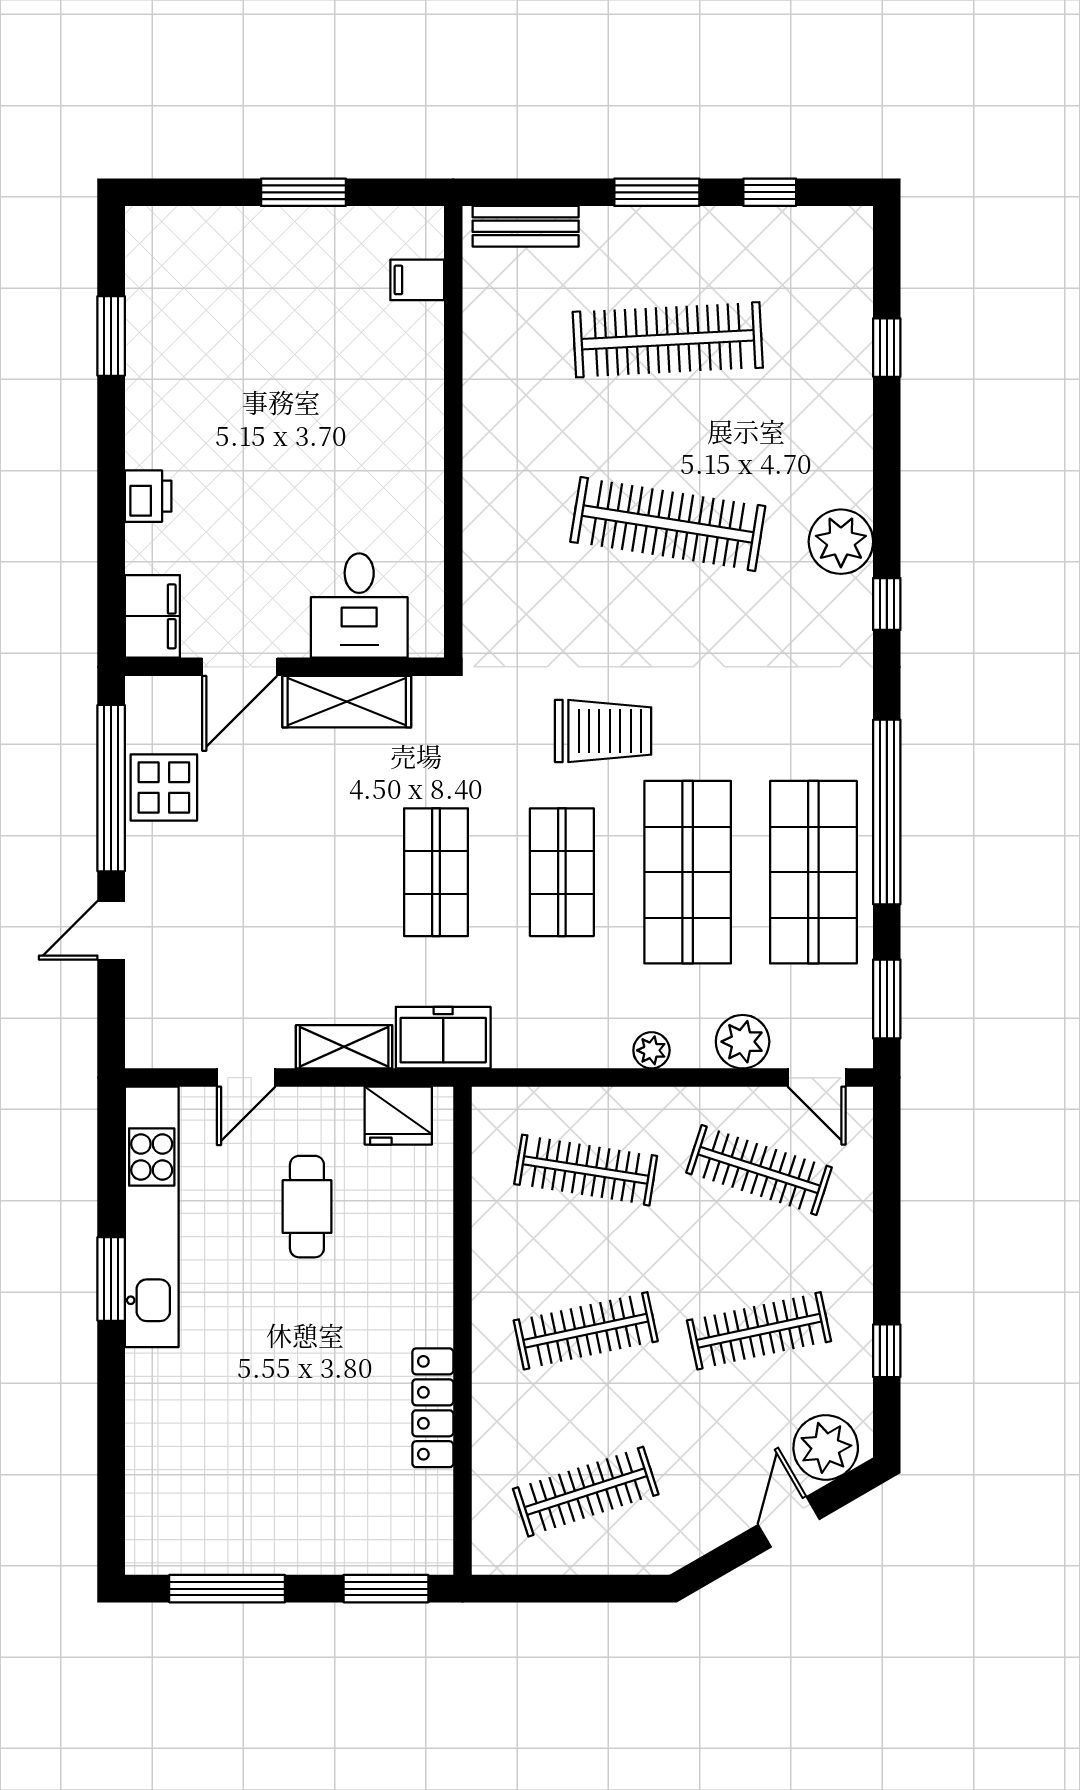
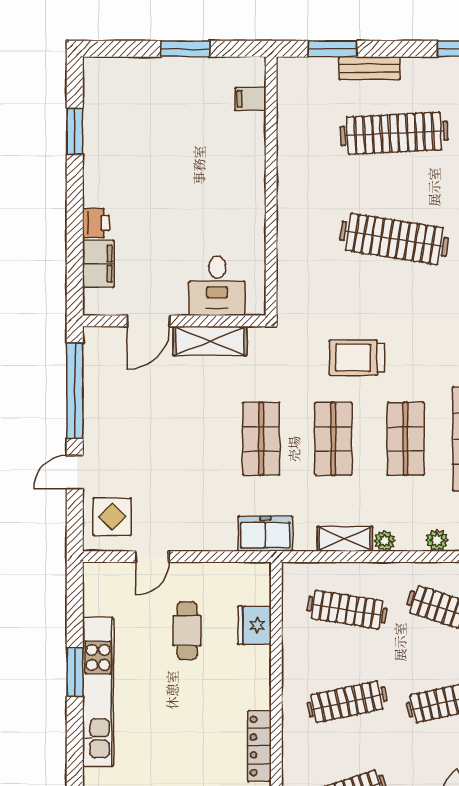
window: (657, 192) -> (333, 49), moved
bench: (526, 226) -> (369, 68), moved
filing cabinet: (152, 616) -> (98, 264), moved
trolley: (603, 731) -> (357, 358), turned 180
display table: (164, 787) -> (112, 517), moved
shop shelf: (688, 872) -> (405, 439), width x0.70, depth x0.74
plant: (743, 1042) -> (437, 540), width x0.73, depth x0.73
shelving: (344, 1047) -> (345, 539), moved
fridge: (398, 1116) -> (254, 625), moved, turned 90
kitchen unit: (152, 1217) -> (98, 692), moved

